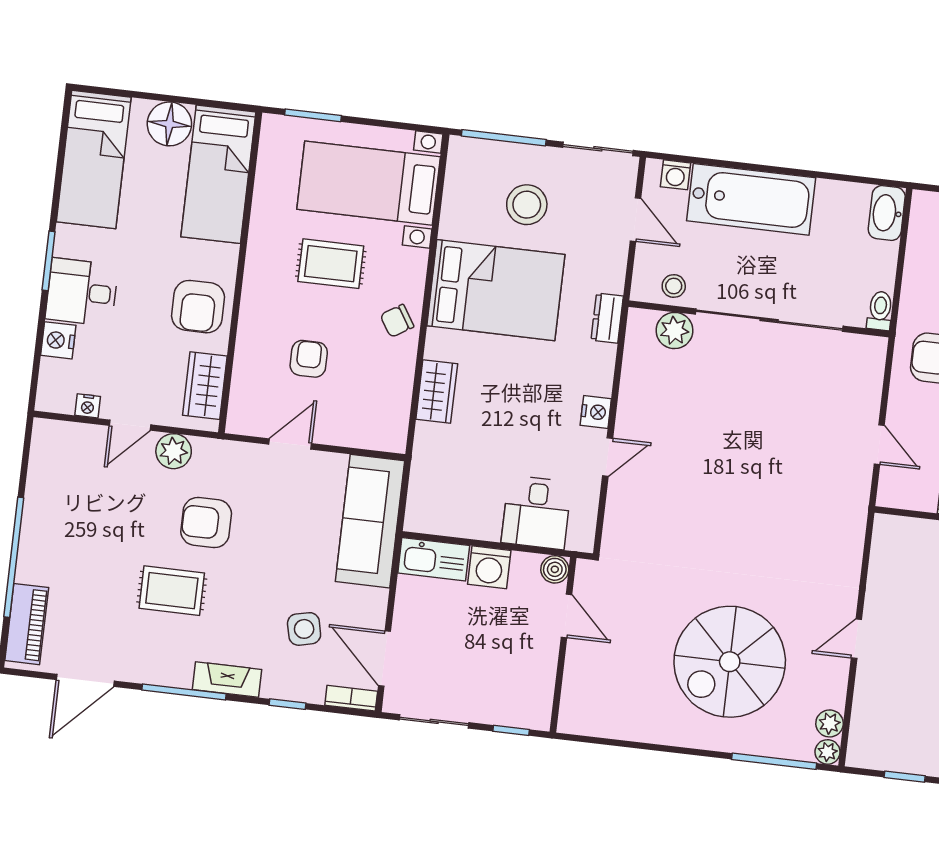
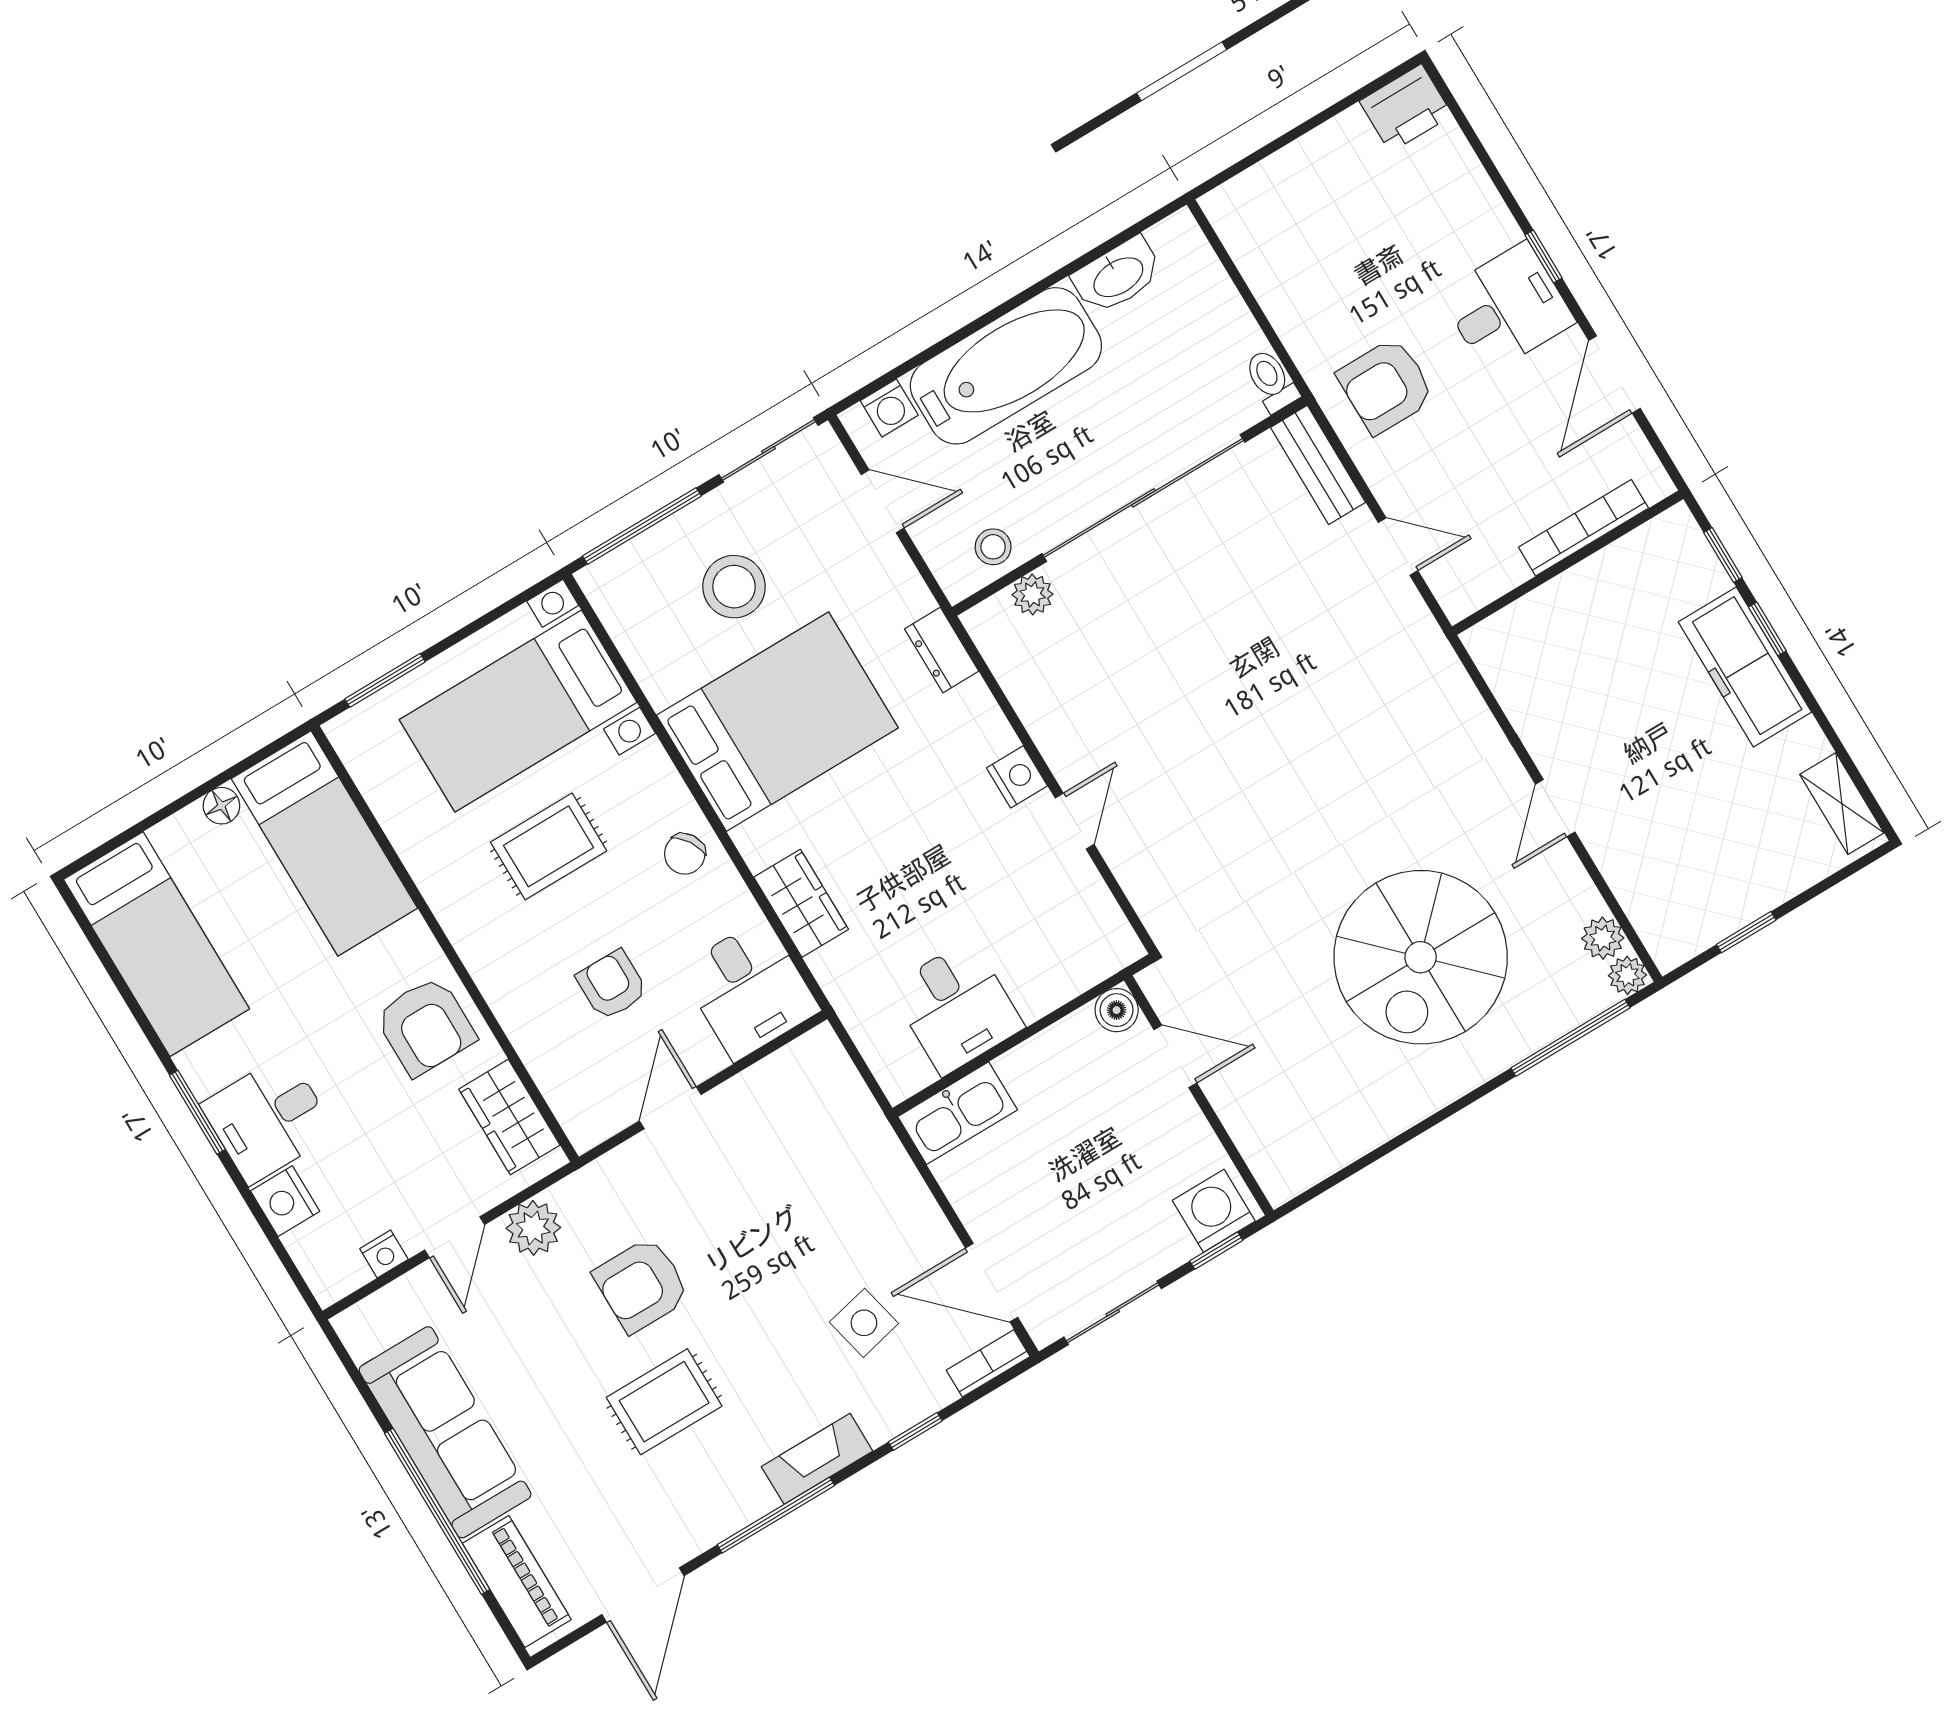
floor lamp: (169, 124) -> (221, 806), width x0.53, depth x0.53
washbasin: (887, 213) -> (1118, 276), moved, turned -90
plant: (674, 331) -> (1032, 594), width x0.73, depth x0.73
bench: (871, 372) -> (1318, 465), added
desk: (377, 415) -> (749, 989), added
desk: (536, 512) -> (957, 1007), moved
sofa: (370, 521) -> (445, 1432), moved, turned 180
washing machine: (489, 567) -> (1214, 1211), moved, turned 180

